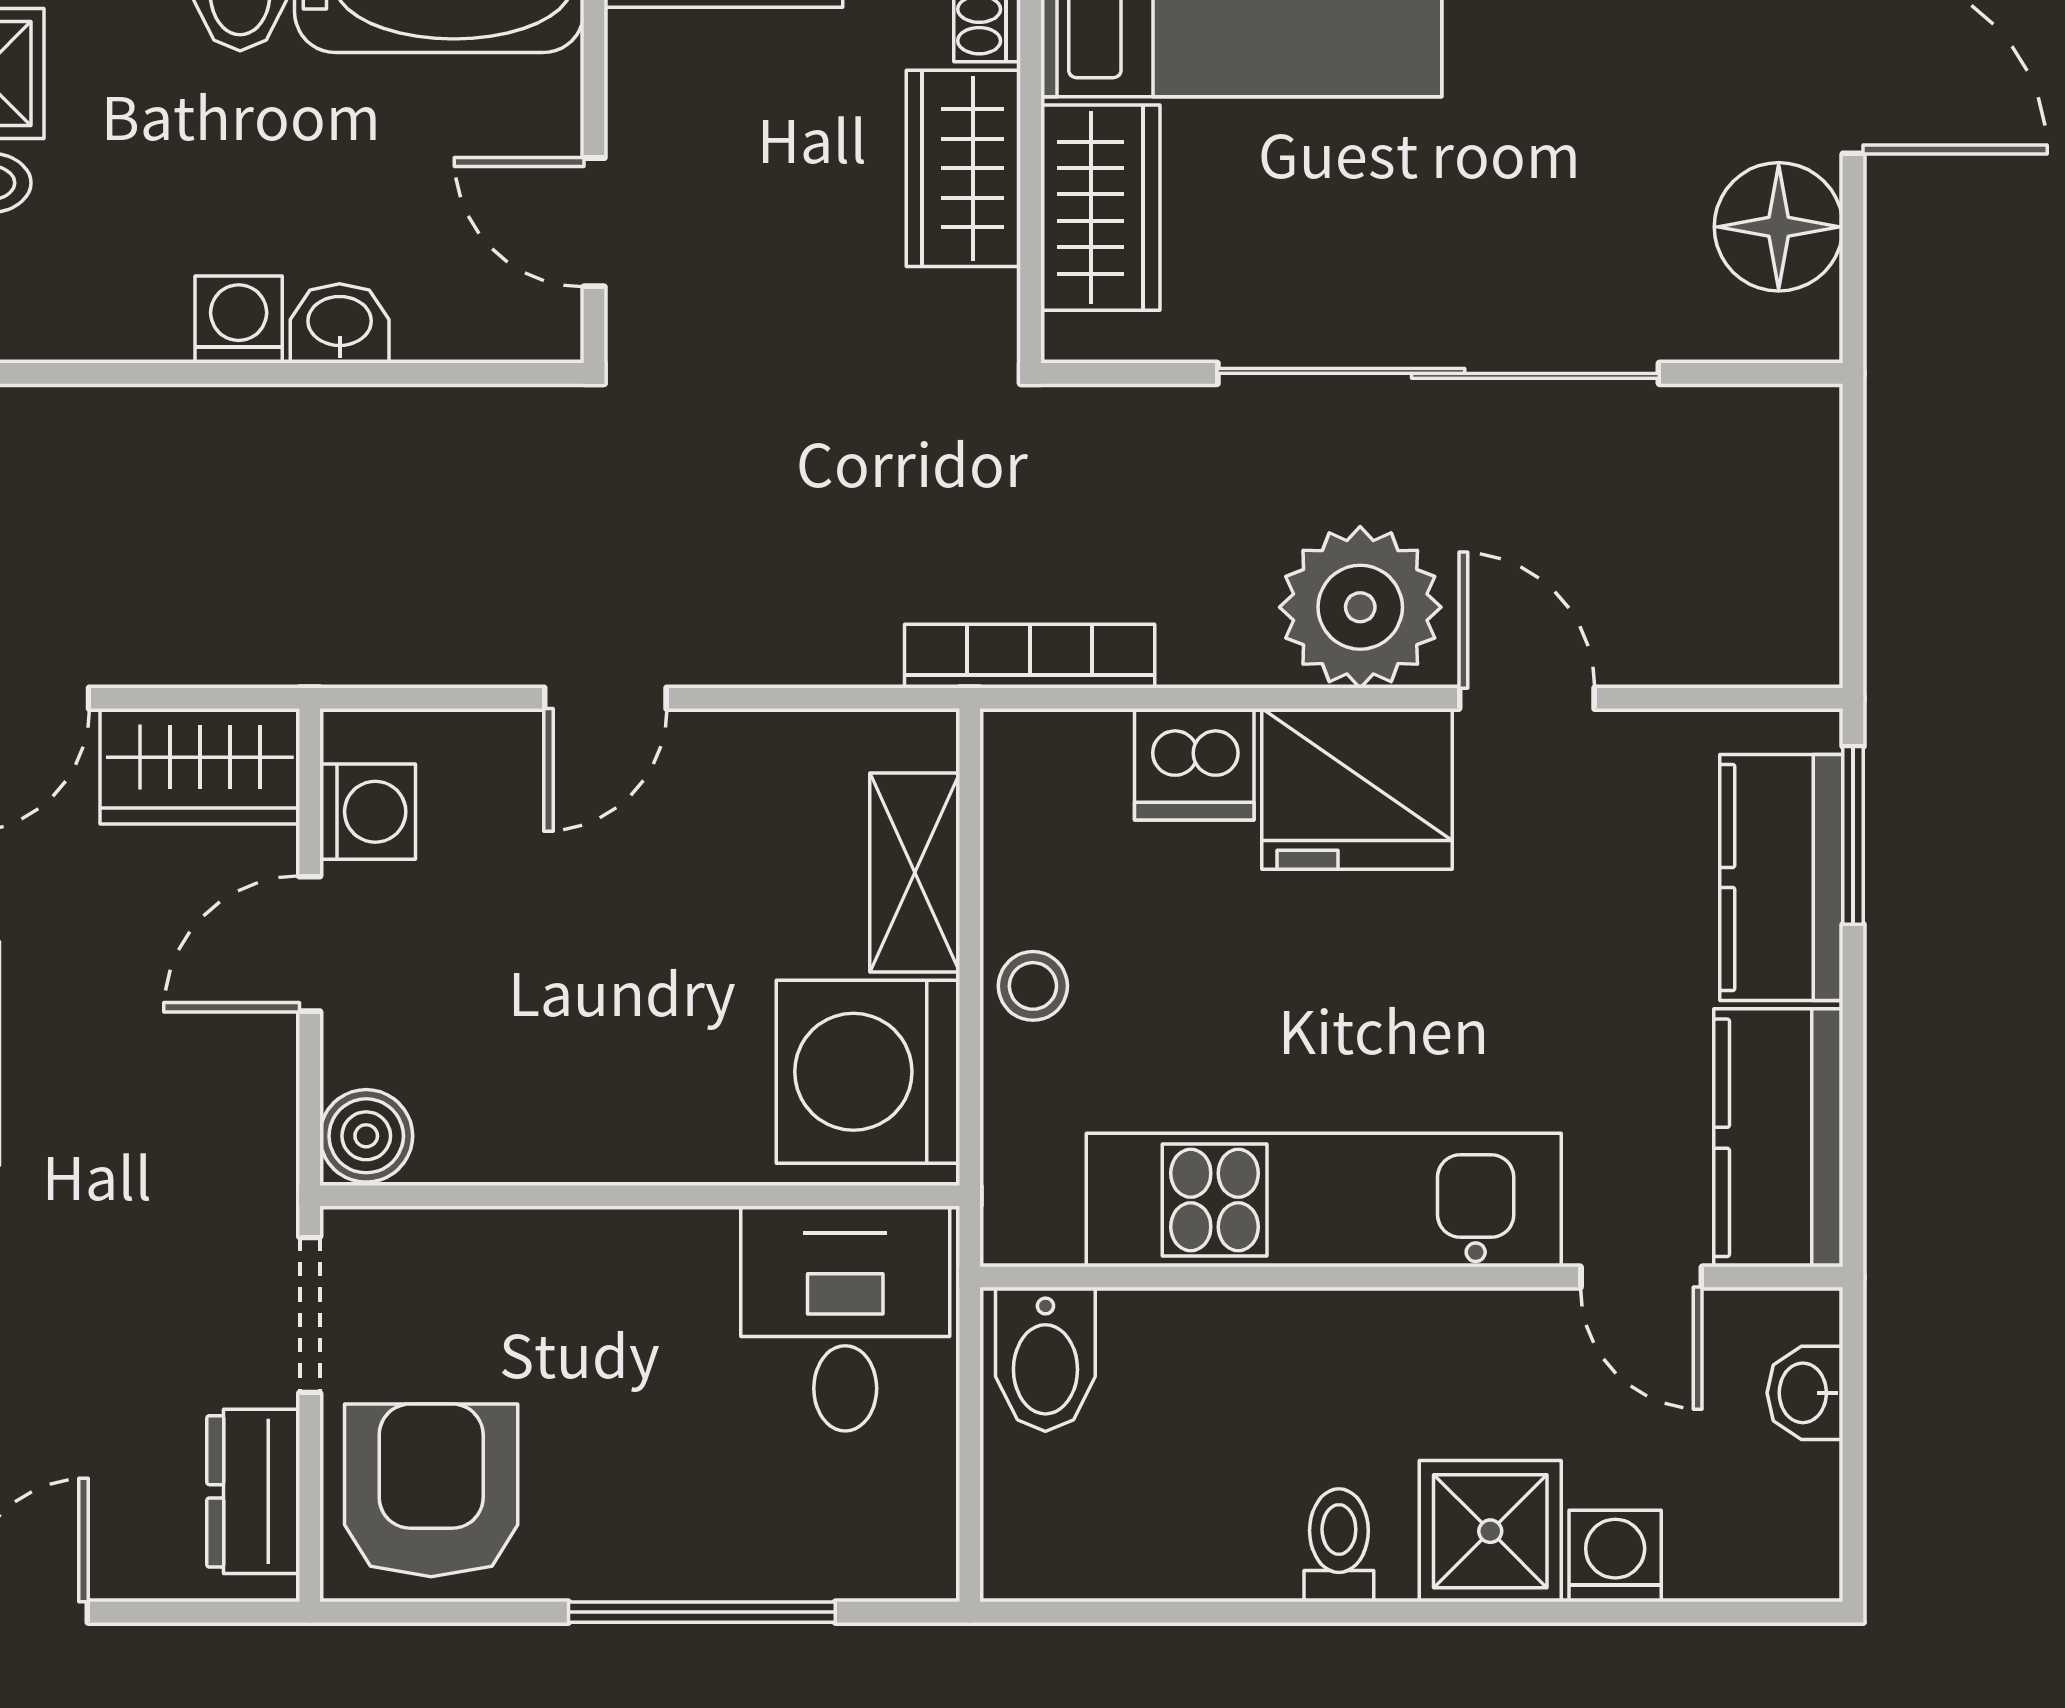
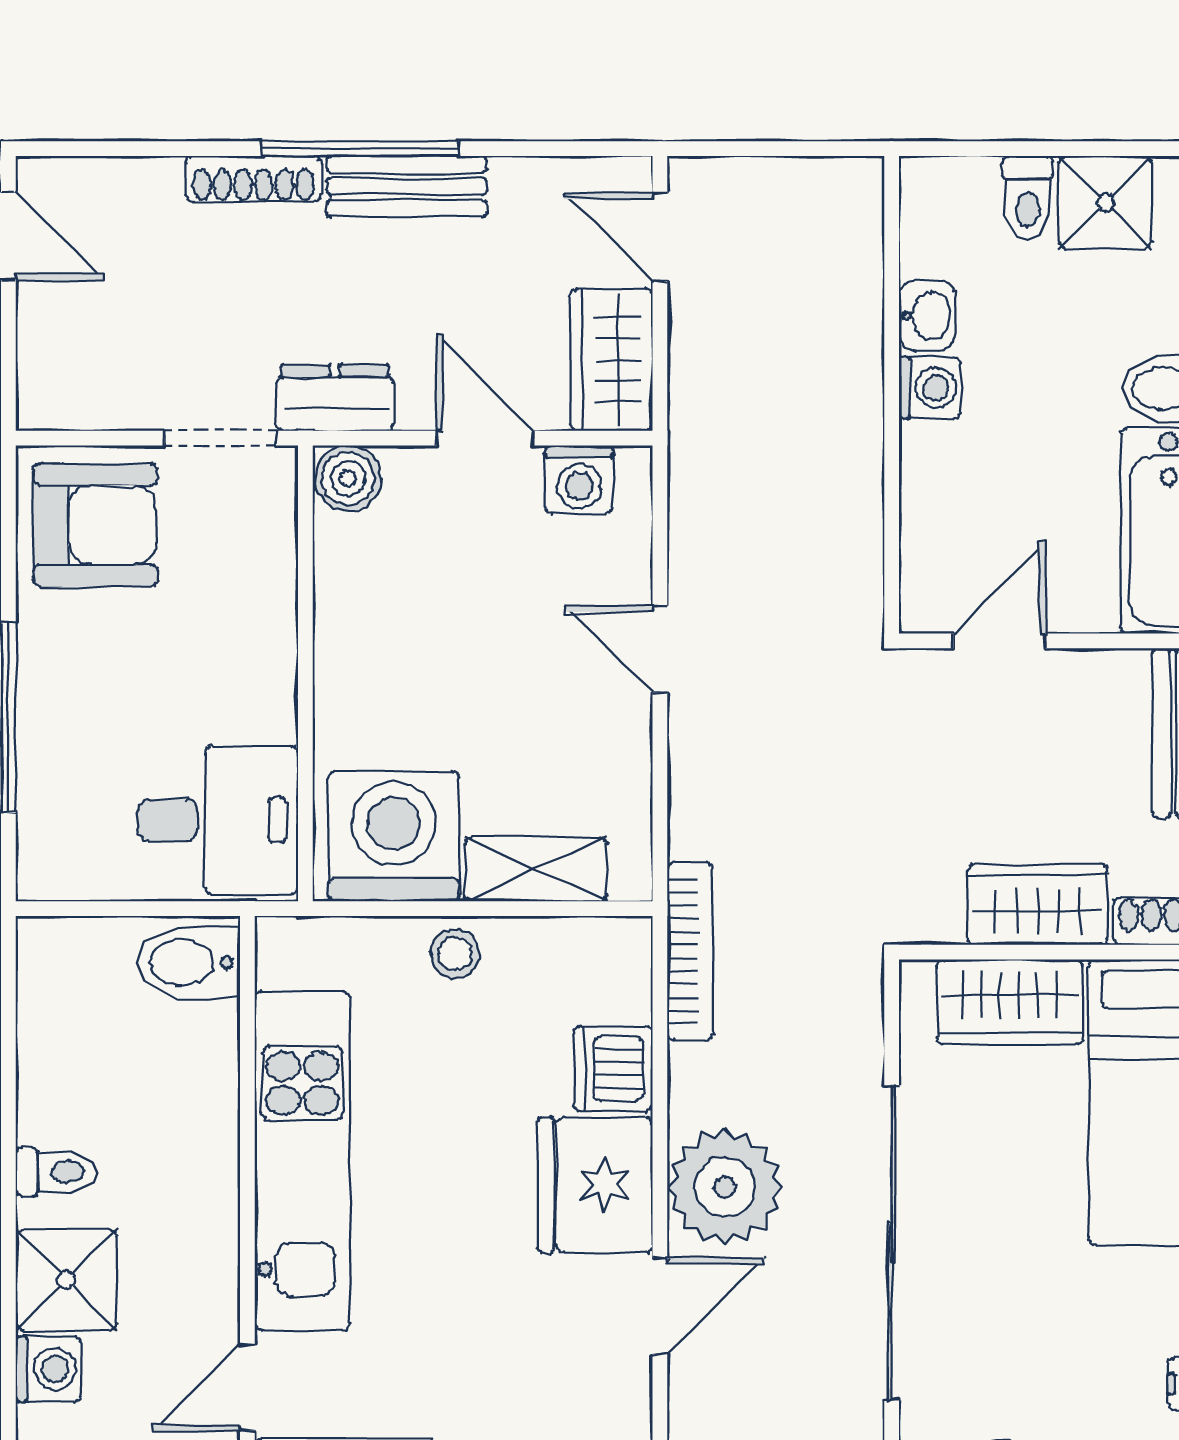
washbasin: (340, 323) -> (927, 316), moved
dresser: (253, 1491) -> (335, 398), moved

